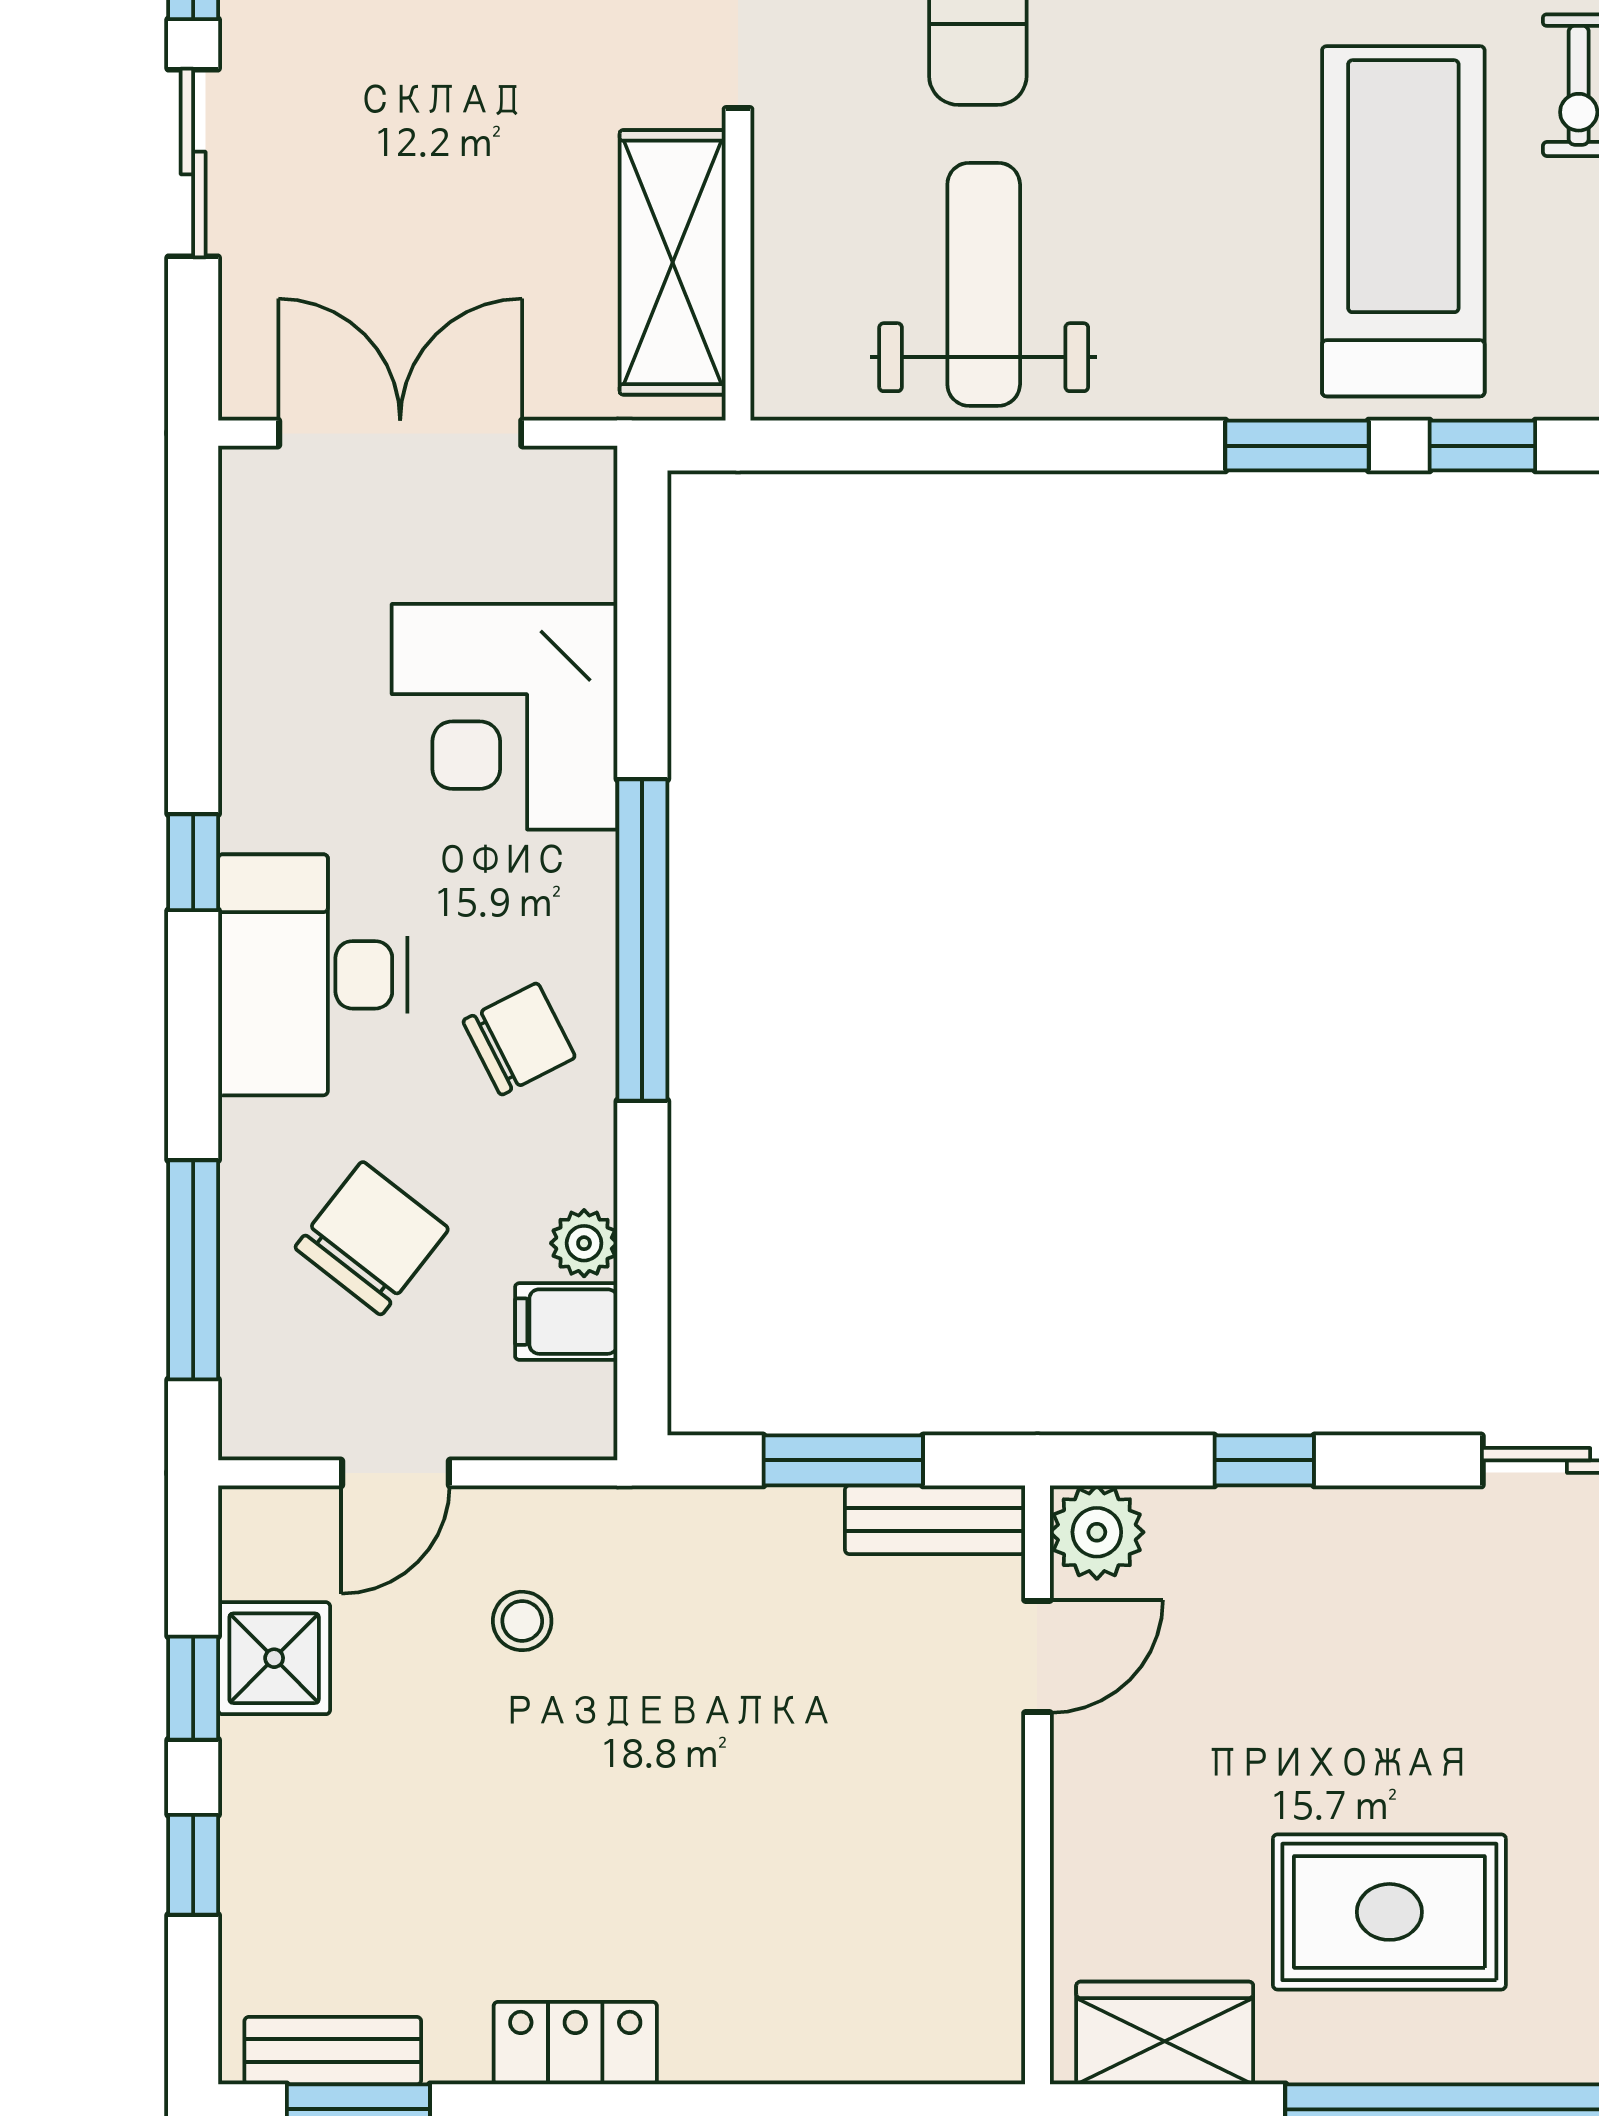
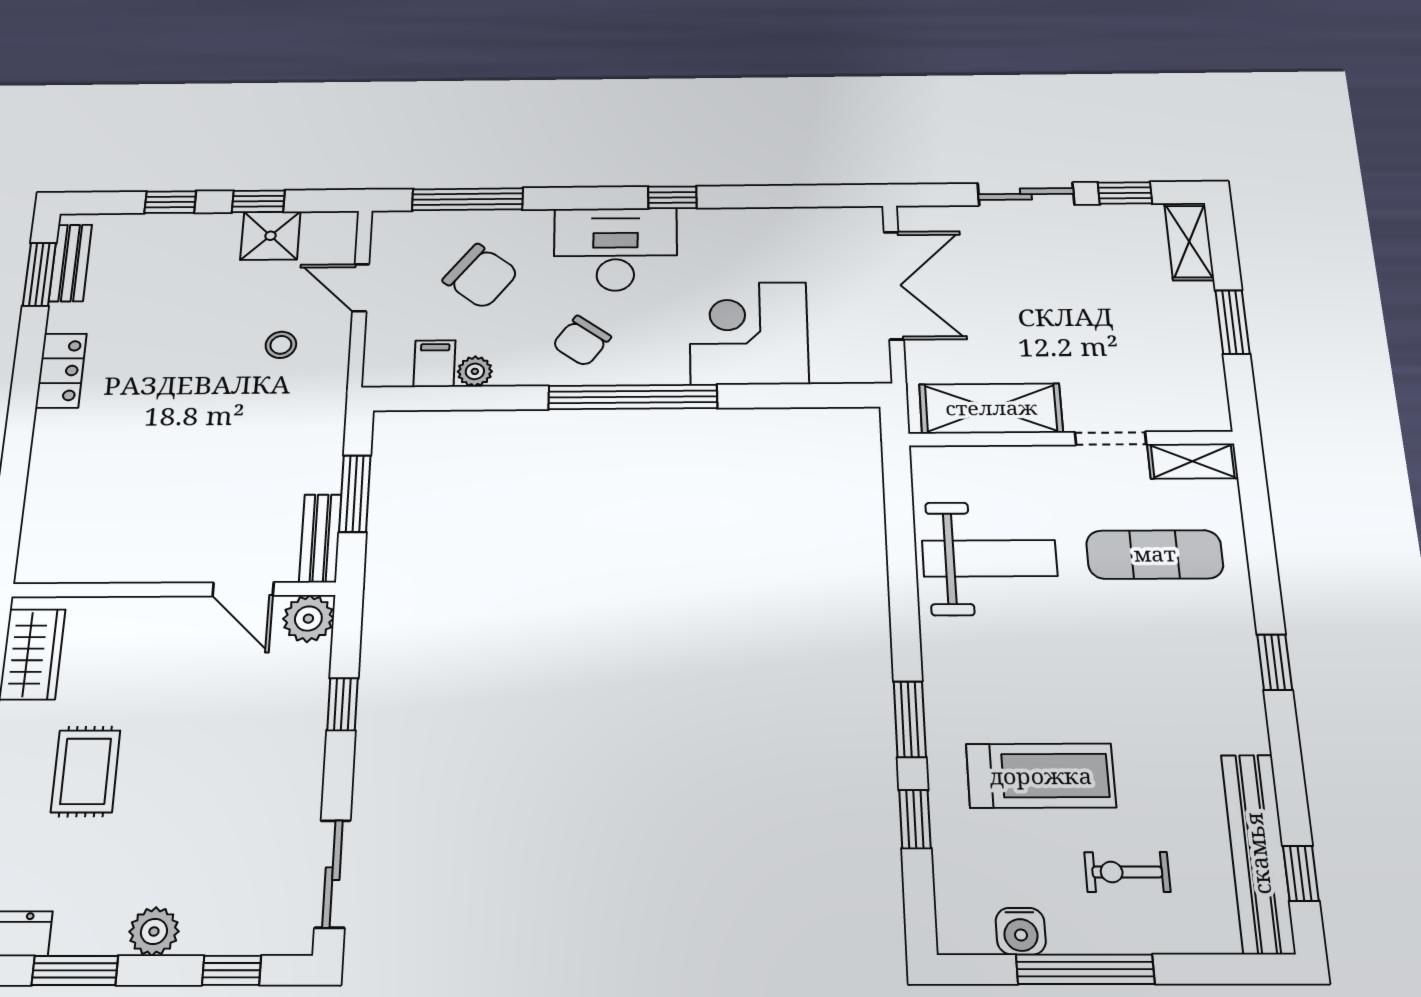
treadmill: (1403, 221) -> (1041, 776), width x0.73, depth x0.73
chair: (519, 1039) -> (582, 341), turned 63
rug: (1389, 1912) -> (86, 771), width x0.73, depth x0.70

